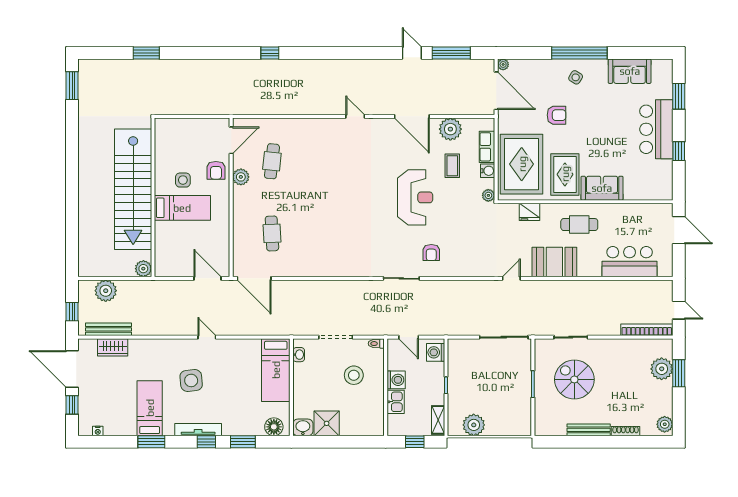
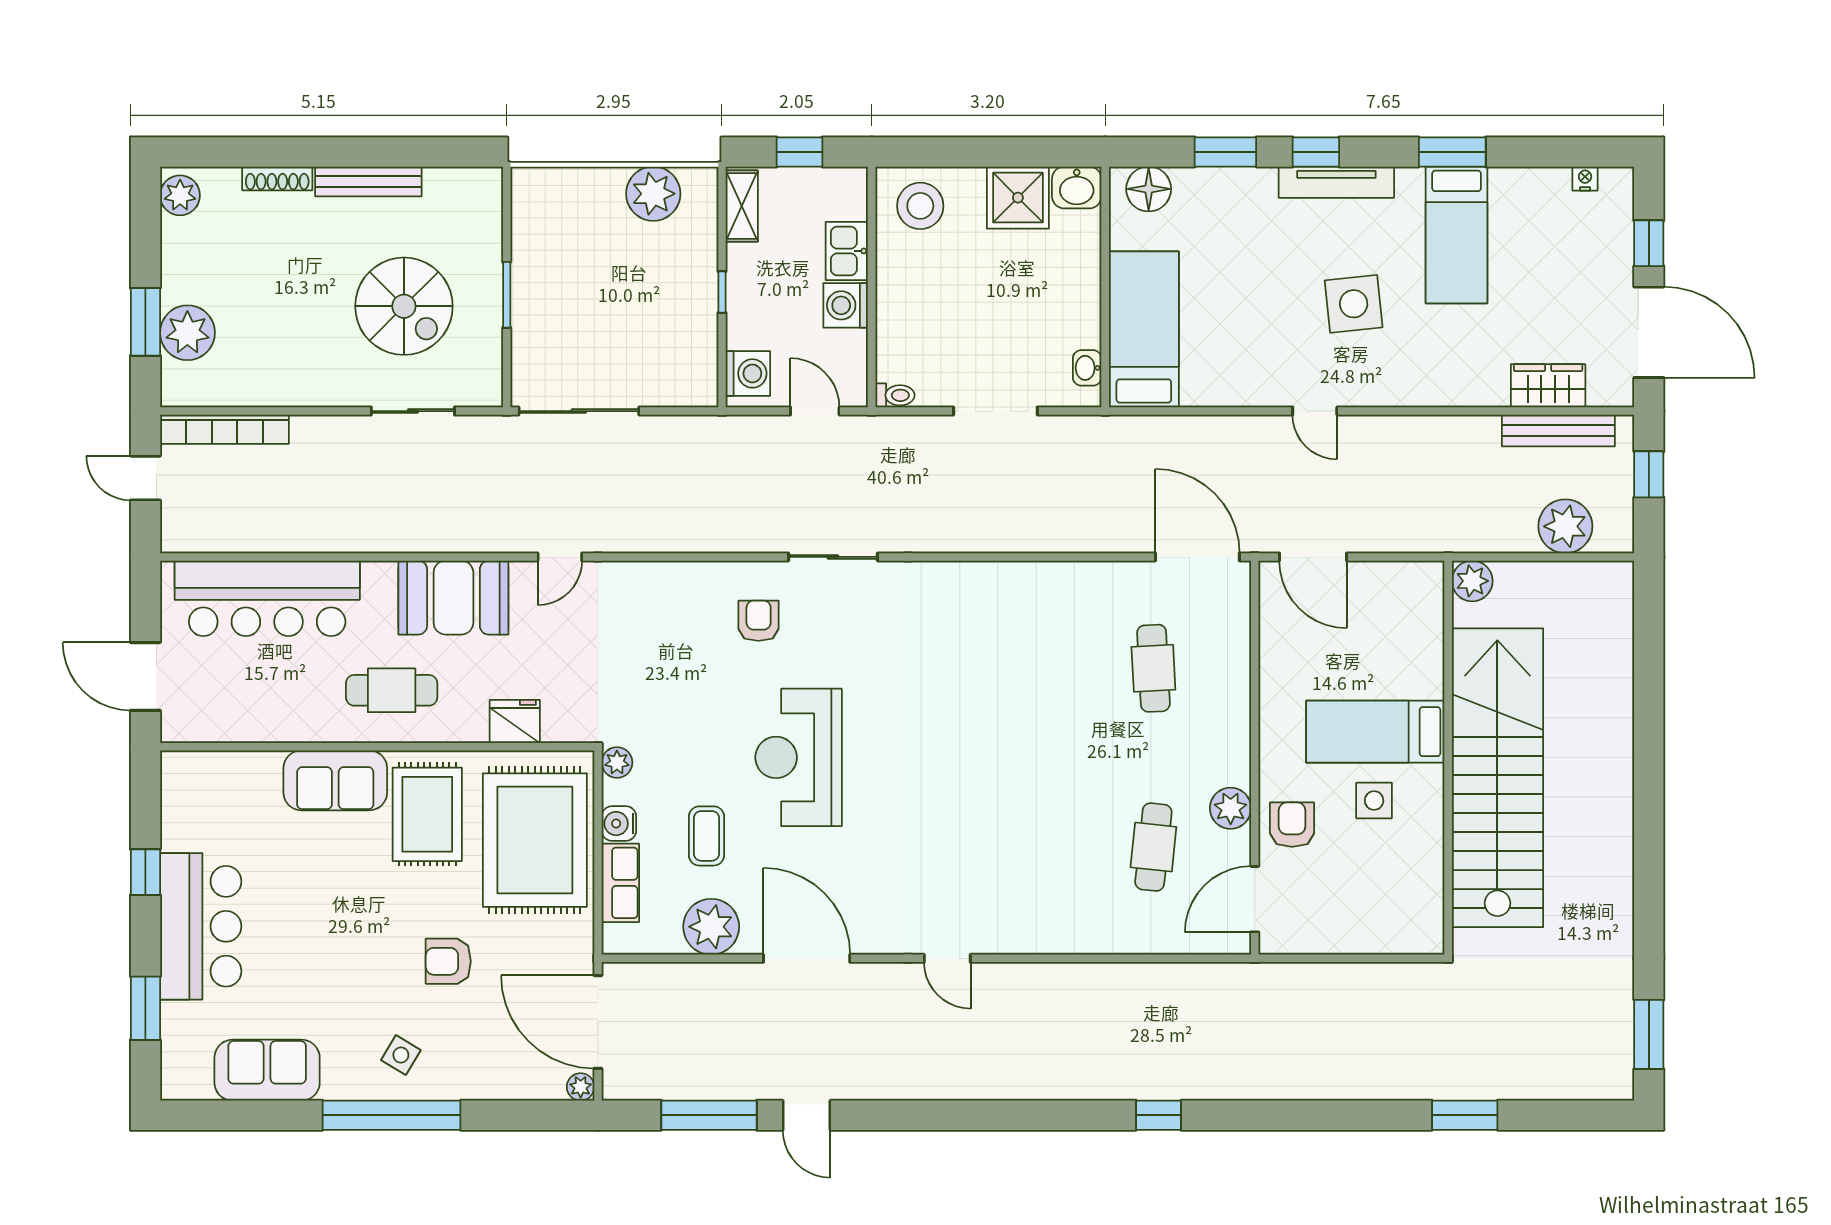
bar counter: (630, 262) -> (267, 598), width x1.36
stool: (354, 375) -> (920, 206), moved

